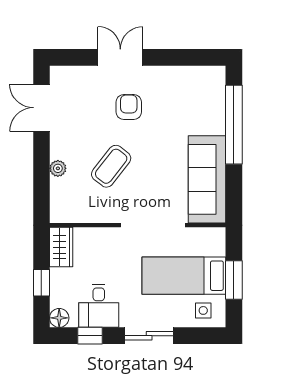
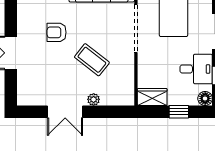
armchair: (129, 107) -> (57, 32), moved
double door: (41, 108) -> (65, 112), moved

